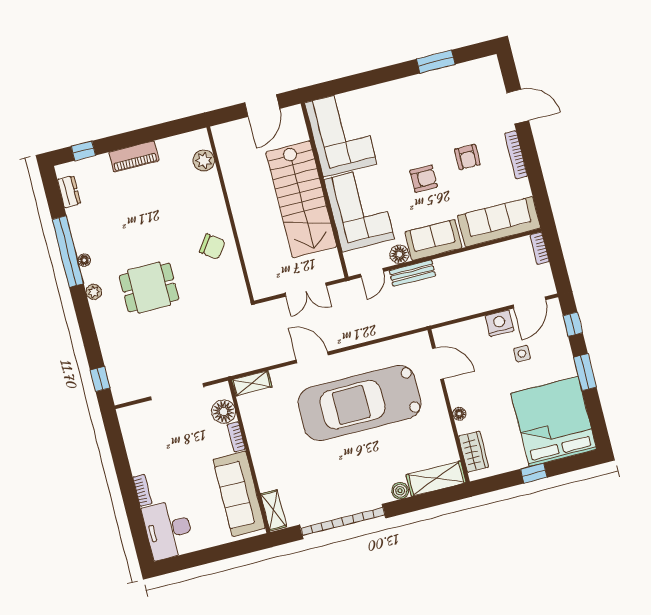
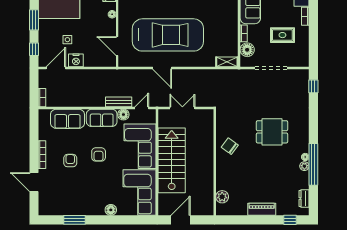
floor lamp: (381, 93) -> (111, 210), added
armchair: (424, 179) -> (99, 154), turned -90
sofa: (499, 222) -> (68, 119), width x0.73
plant: (94, 292) -> (304, 166), moved
door: (312, 357) -> (162, 68), moved
rug: (172, 450) -> (282, 35), added

